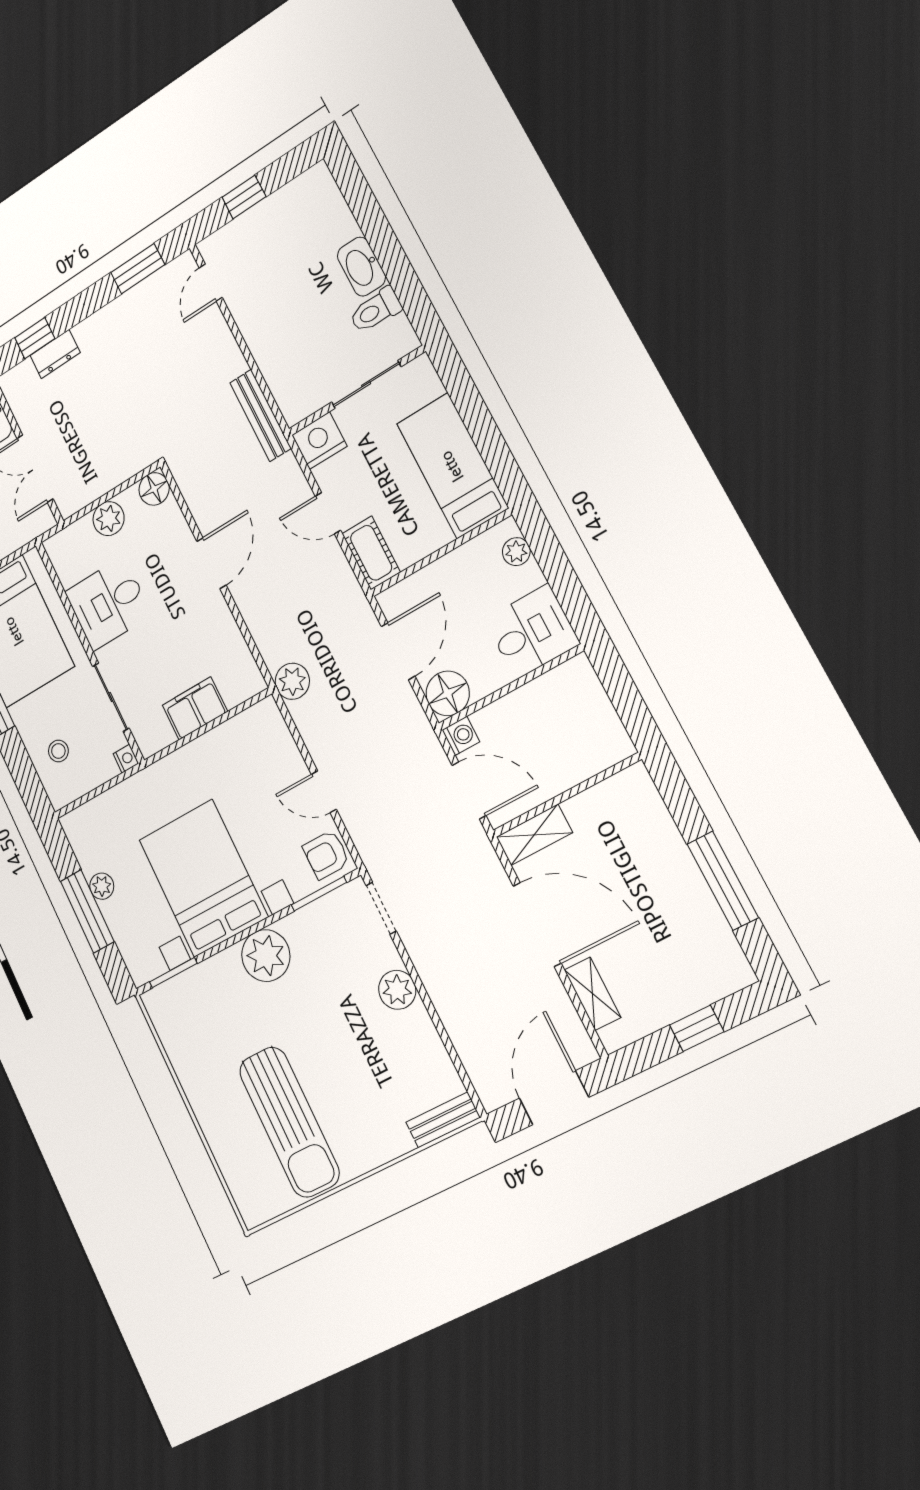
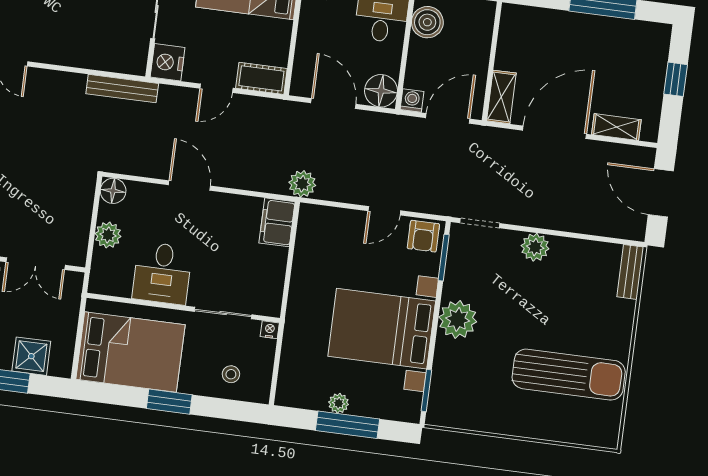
boiler: (559, 689) -> (427, 22), added
filing cabinet: (195, 708) -> (277, 222), moved

